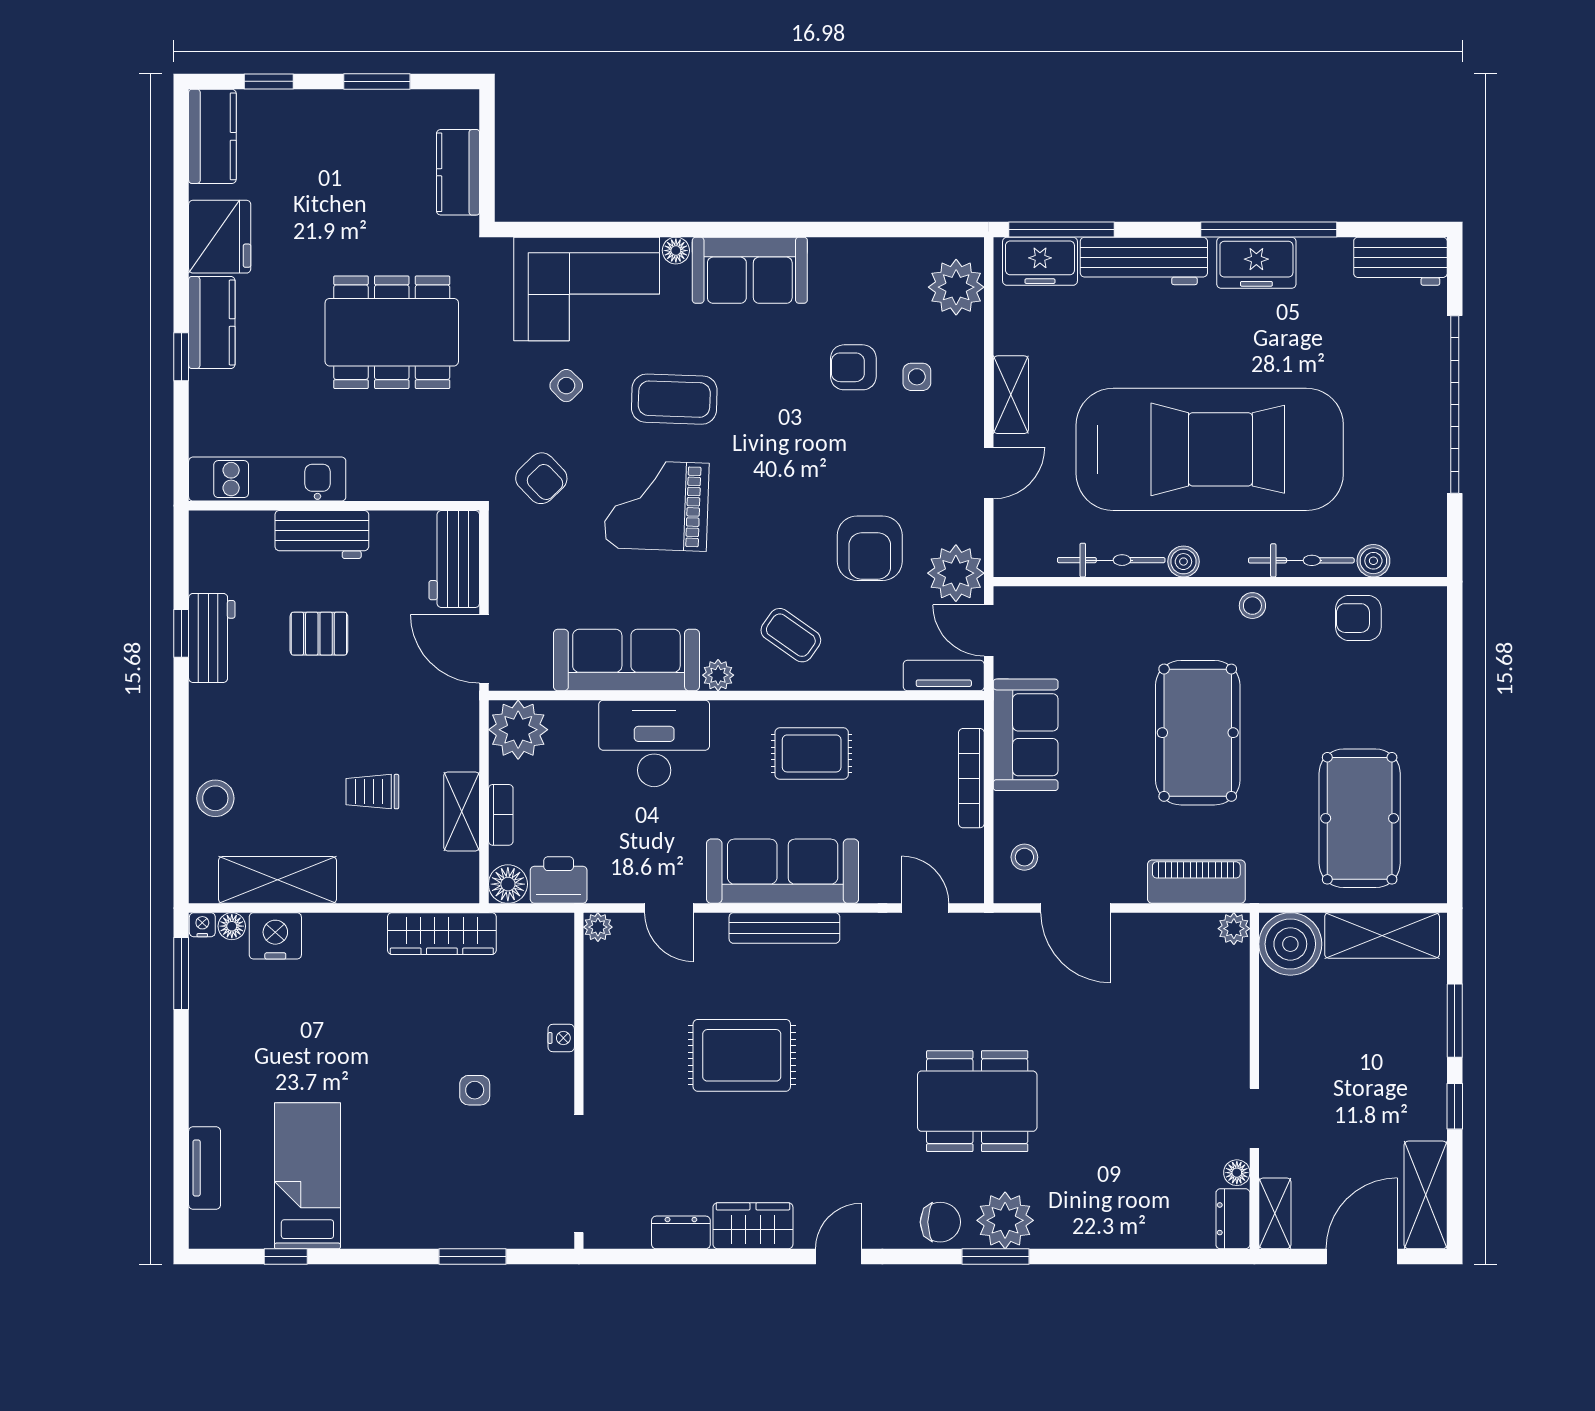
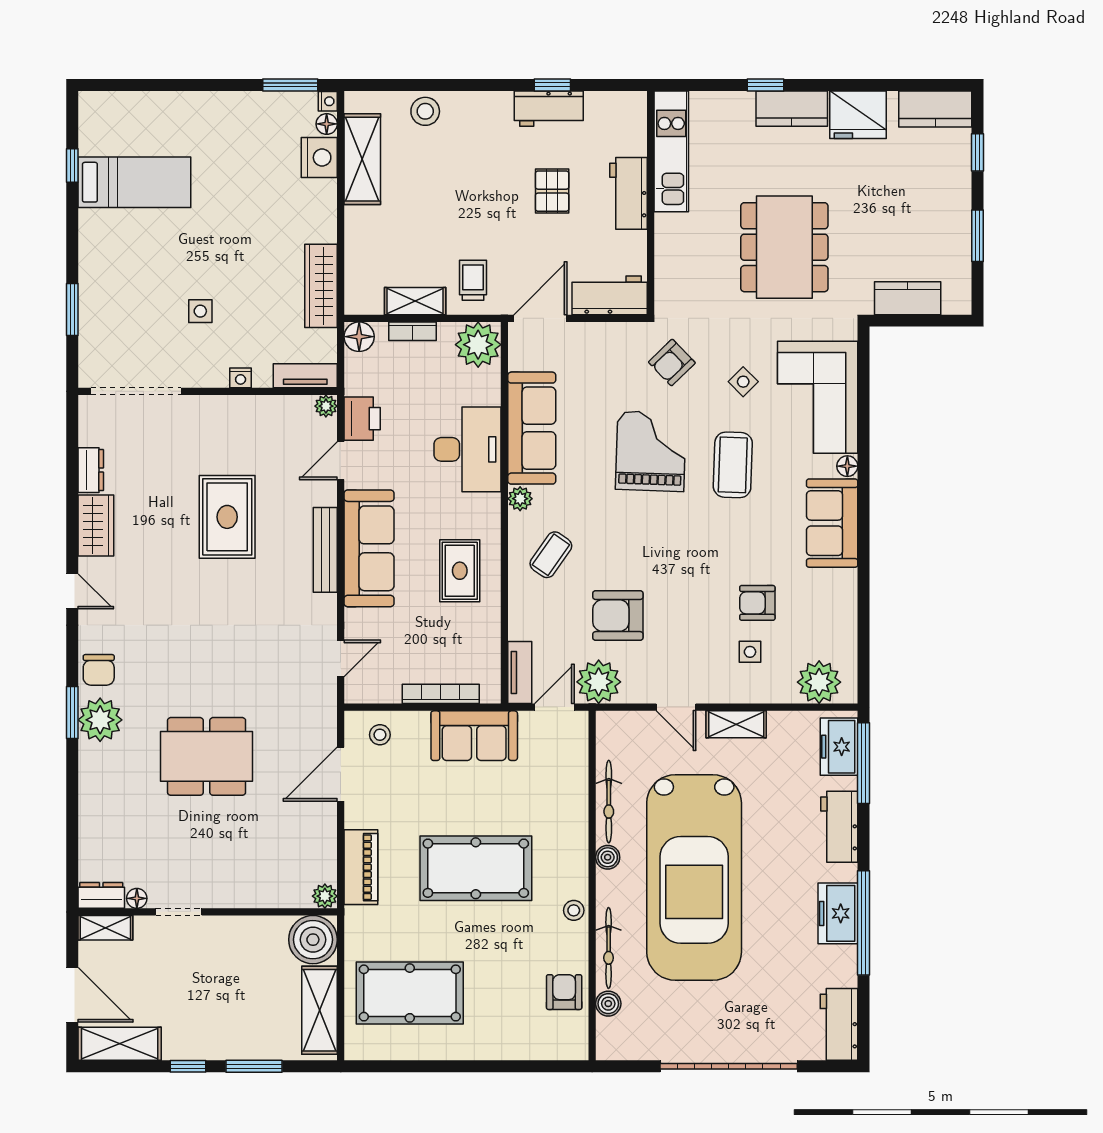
workbench: (1144, 261) -> (839, 827), width x0.73
armchair: (853, 367) -> (757, 603), turned -90
trolley: (372, 792) -> (473, 280), moved
printer: (559, 880) -> (362, 419), moved
dining table: (977, 1101) -> (207, 756), moved, turned 90
tv unit: (205, 1168) -> (305, 376), moved, turned 180

